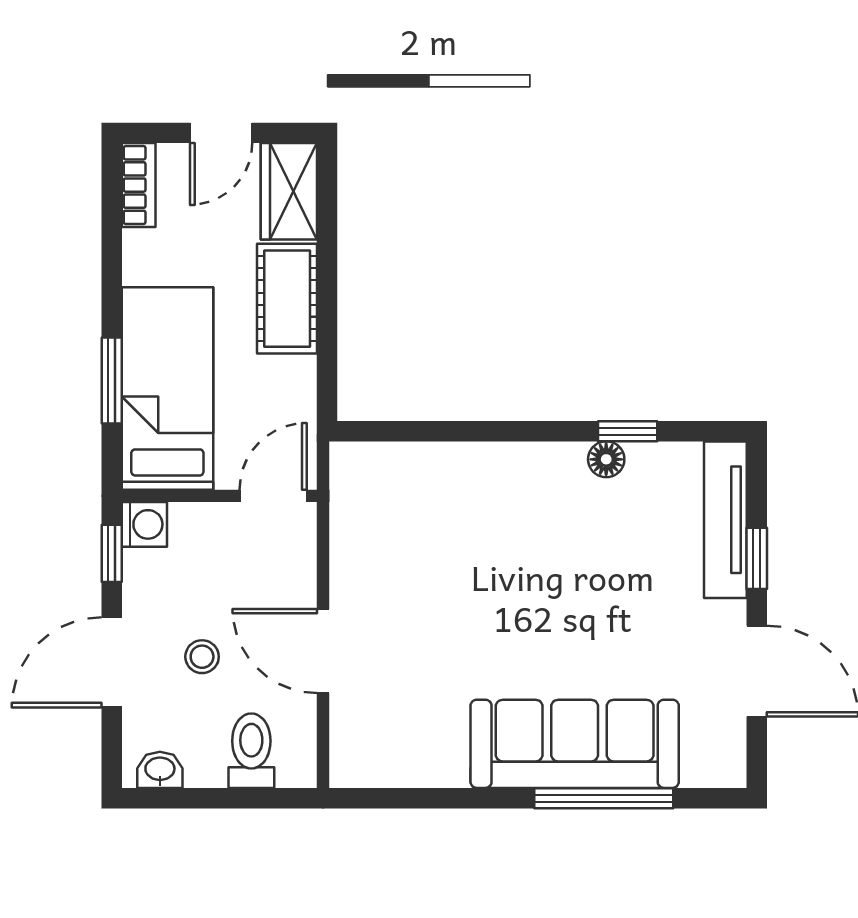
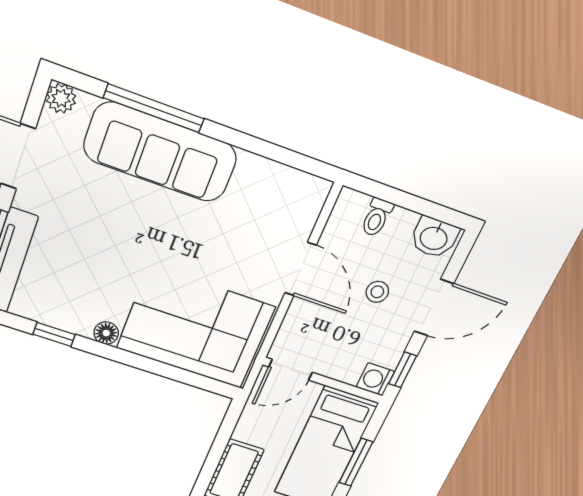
floor lamp: (606, 459) -> (106, 333), moved
corner sofa: (434, 513) -> (196, 328), added
toilet: (251, 751) -> (377, 217), width x0.73, depth x0.72
plant: (726, 768) -> (61, 98), added
washbasin: (160, 770) -> (434, 237), width x1.38, depth x1.45

